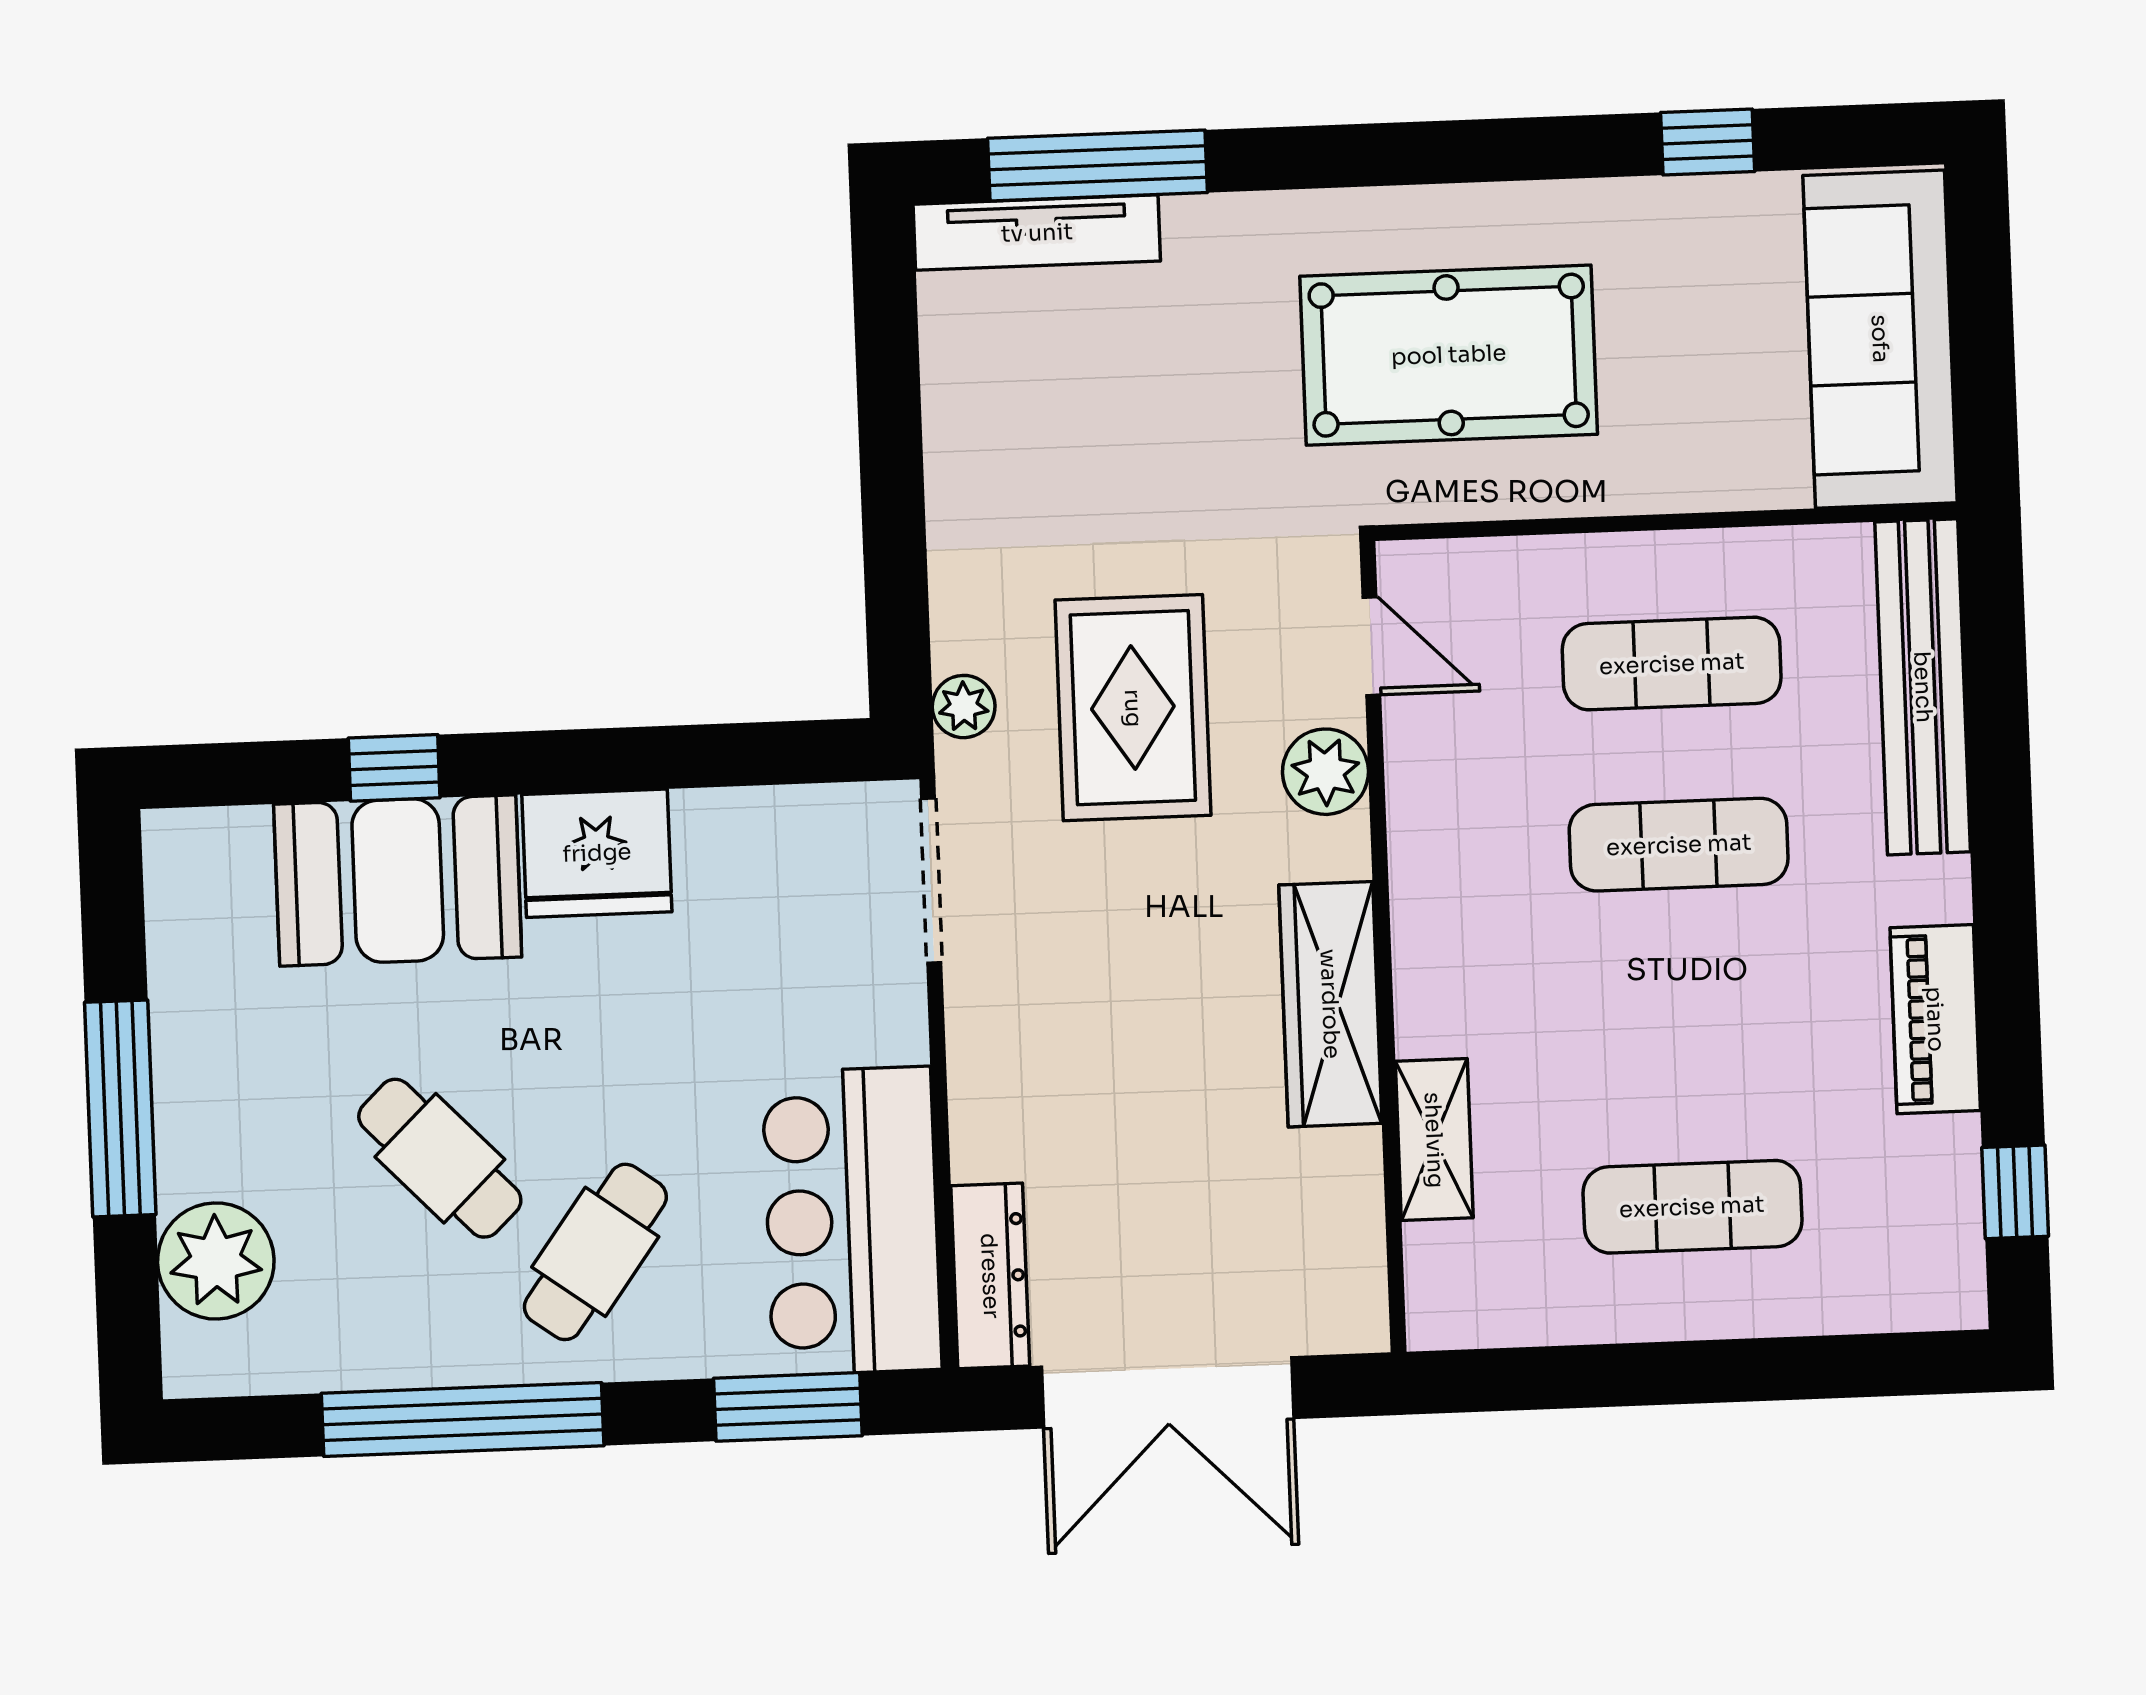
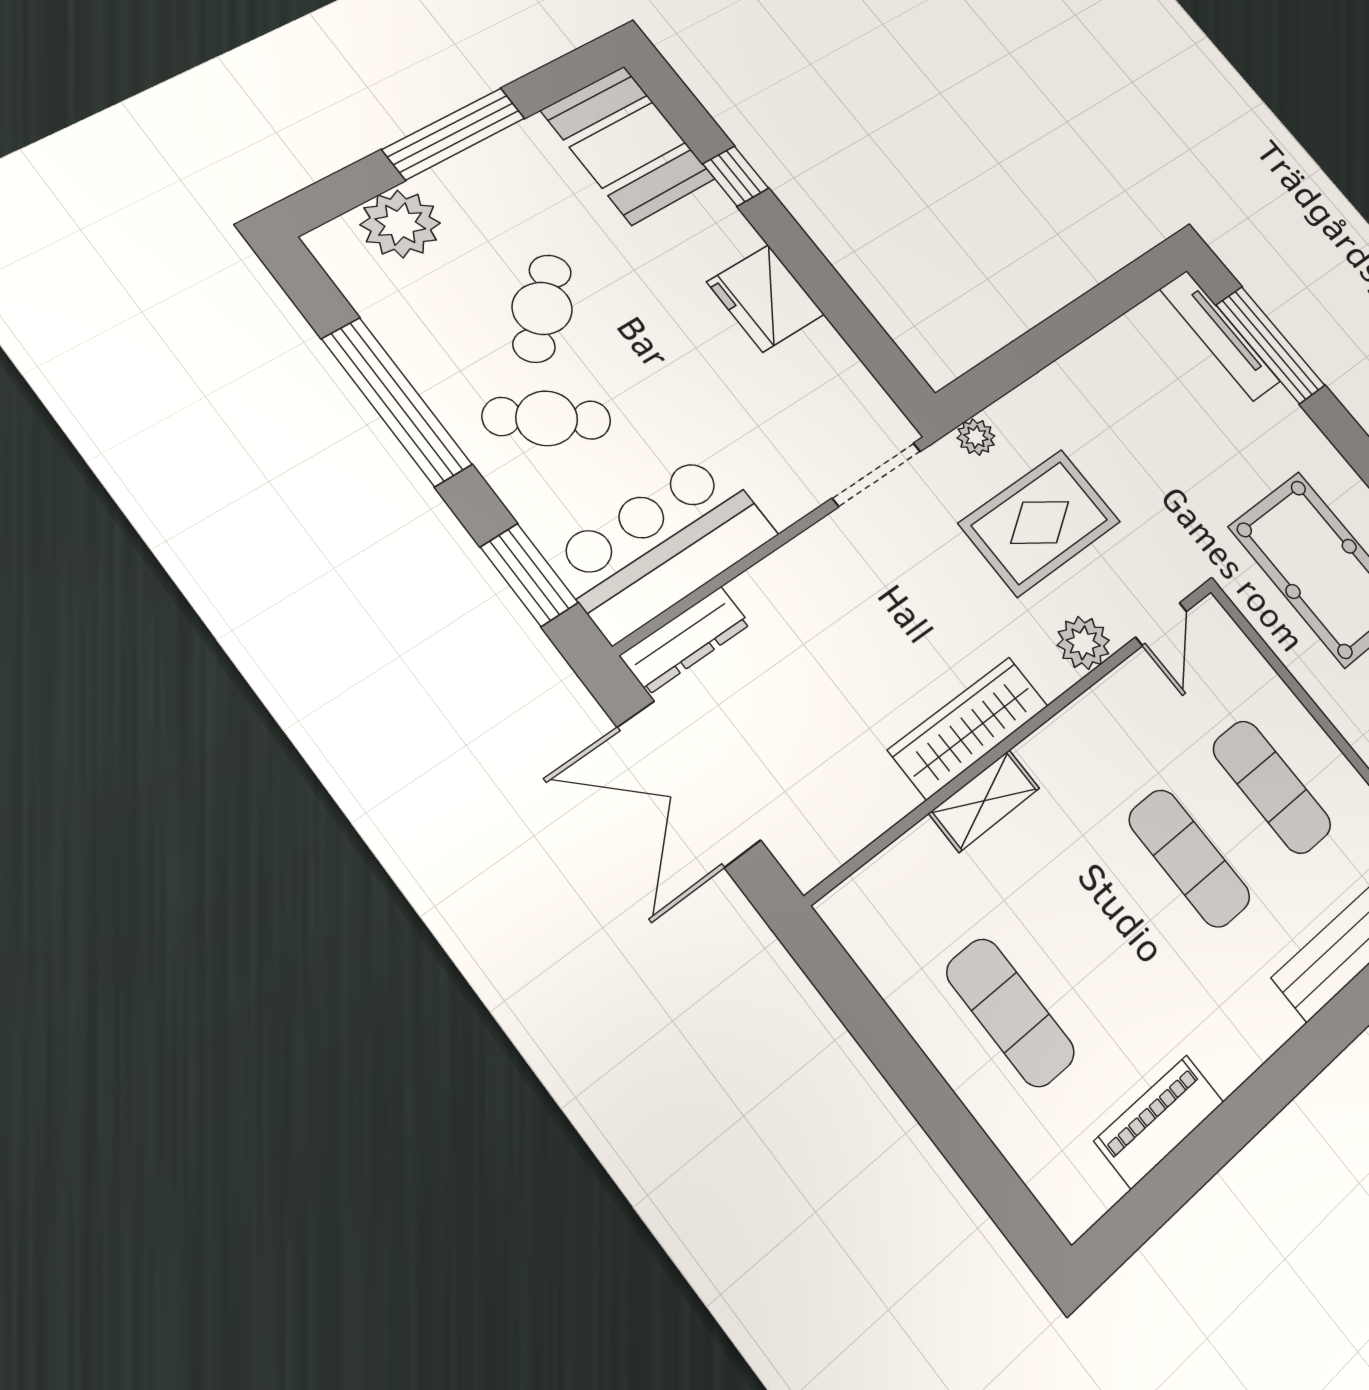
booth: (398, 881) -> (628, 145), moved
piano: (1935, 1019) -> (1159, 1121), moved
shelving: (1434, 1140) -> (984, 801), moved
window: (2015, 1192) -> (1157, 1198), removed

